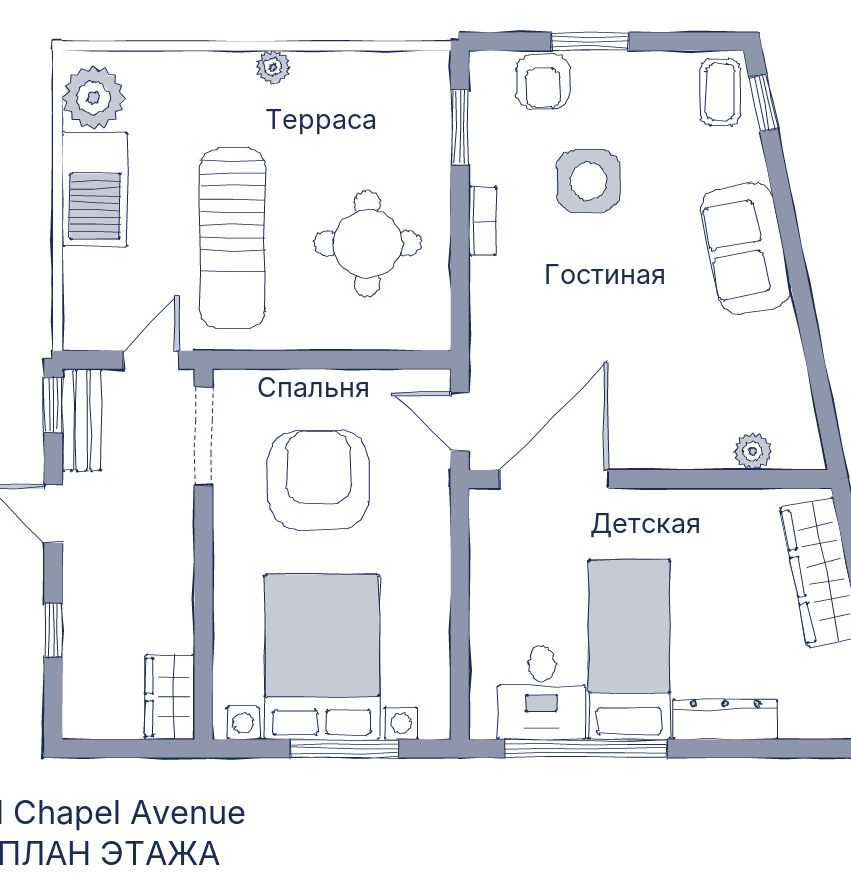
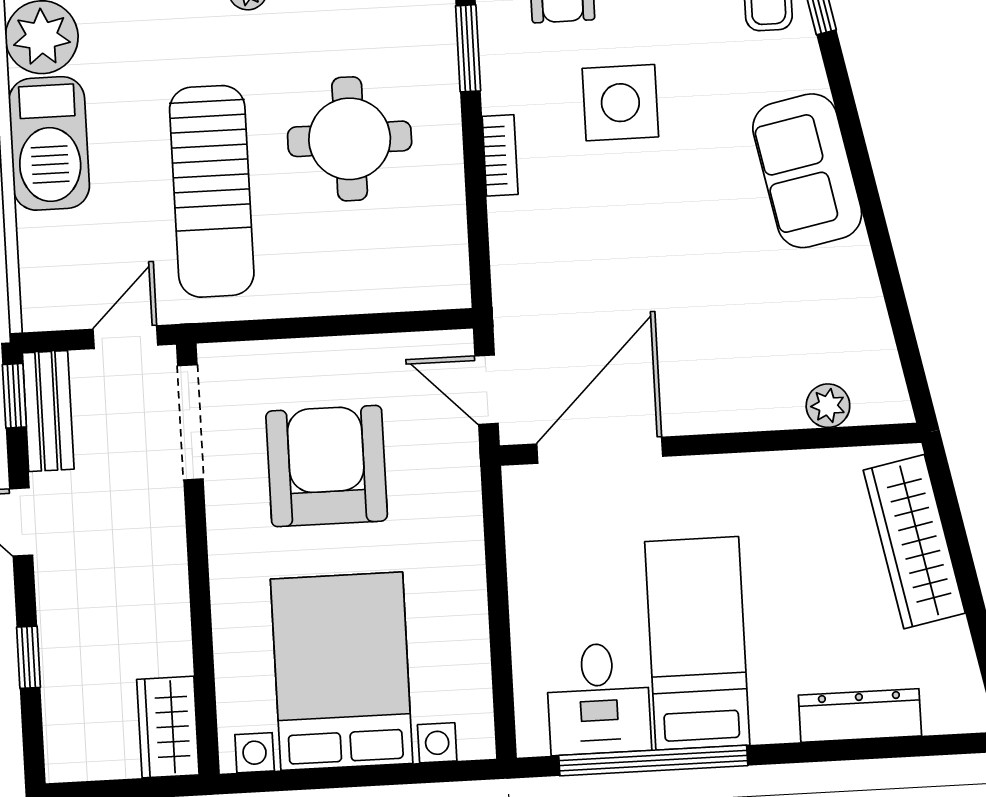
round table: (367, 243) -> (350, 139), moved
dresser: (725, 719) -> (860, 715), moved
window: (344, 749) -> (373, 776), removed

